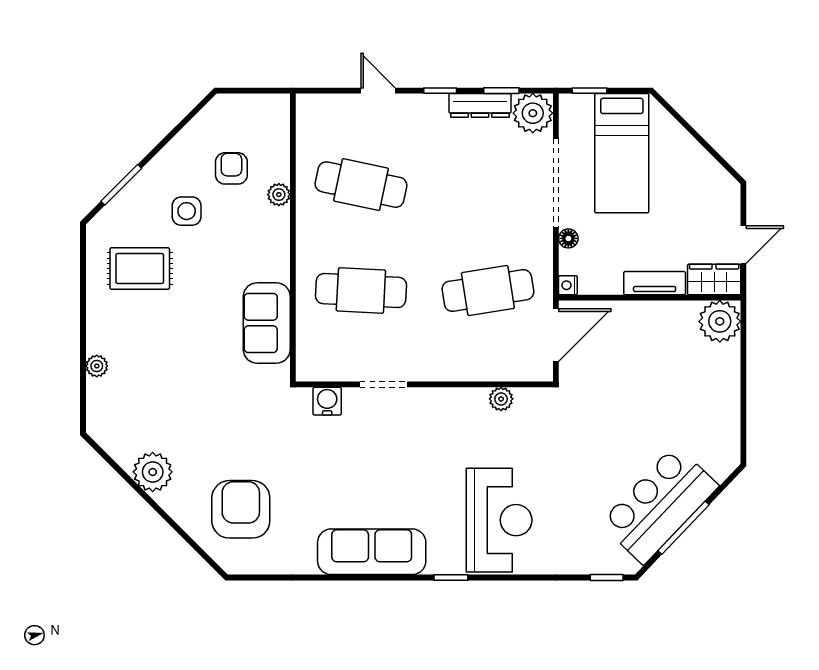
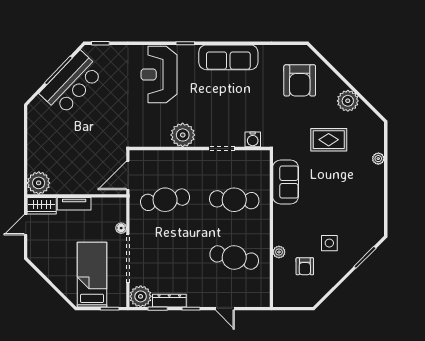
rug: (140, 268) -> (329, 140), moved
nightstand: (568, 285) -> (121, 203), removed
plant: (501, 399) -> (183, 135), moved, width x1.87, depth x1.87

